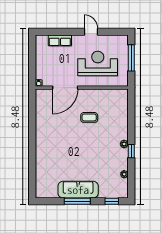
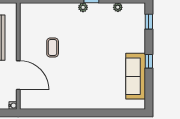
sofa: (78, 190) -> (136, 76), moved
window: (77, 201) -> (149, 61), width x0.46

